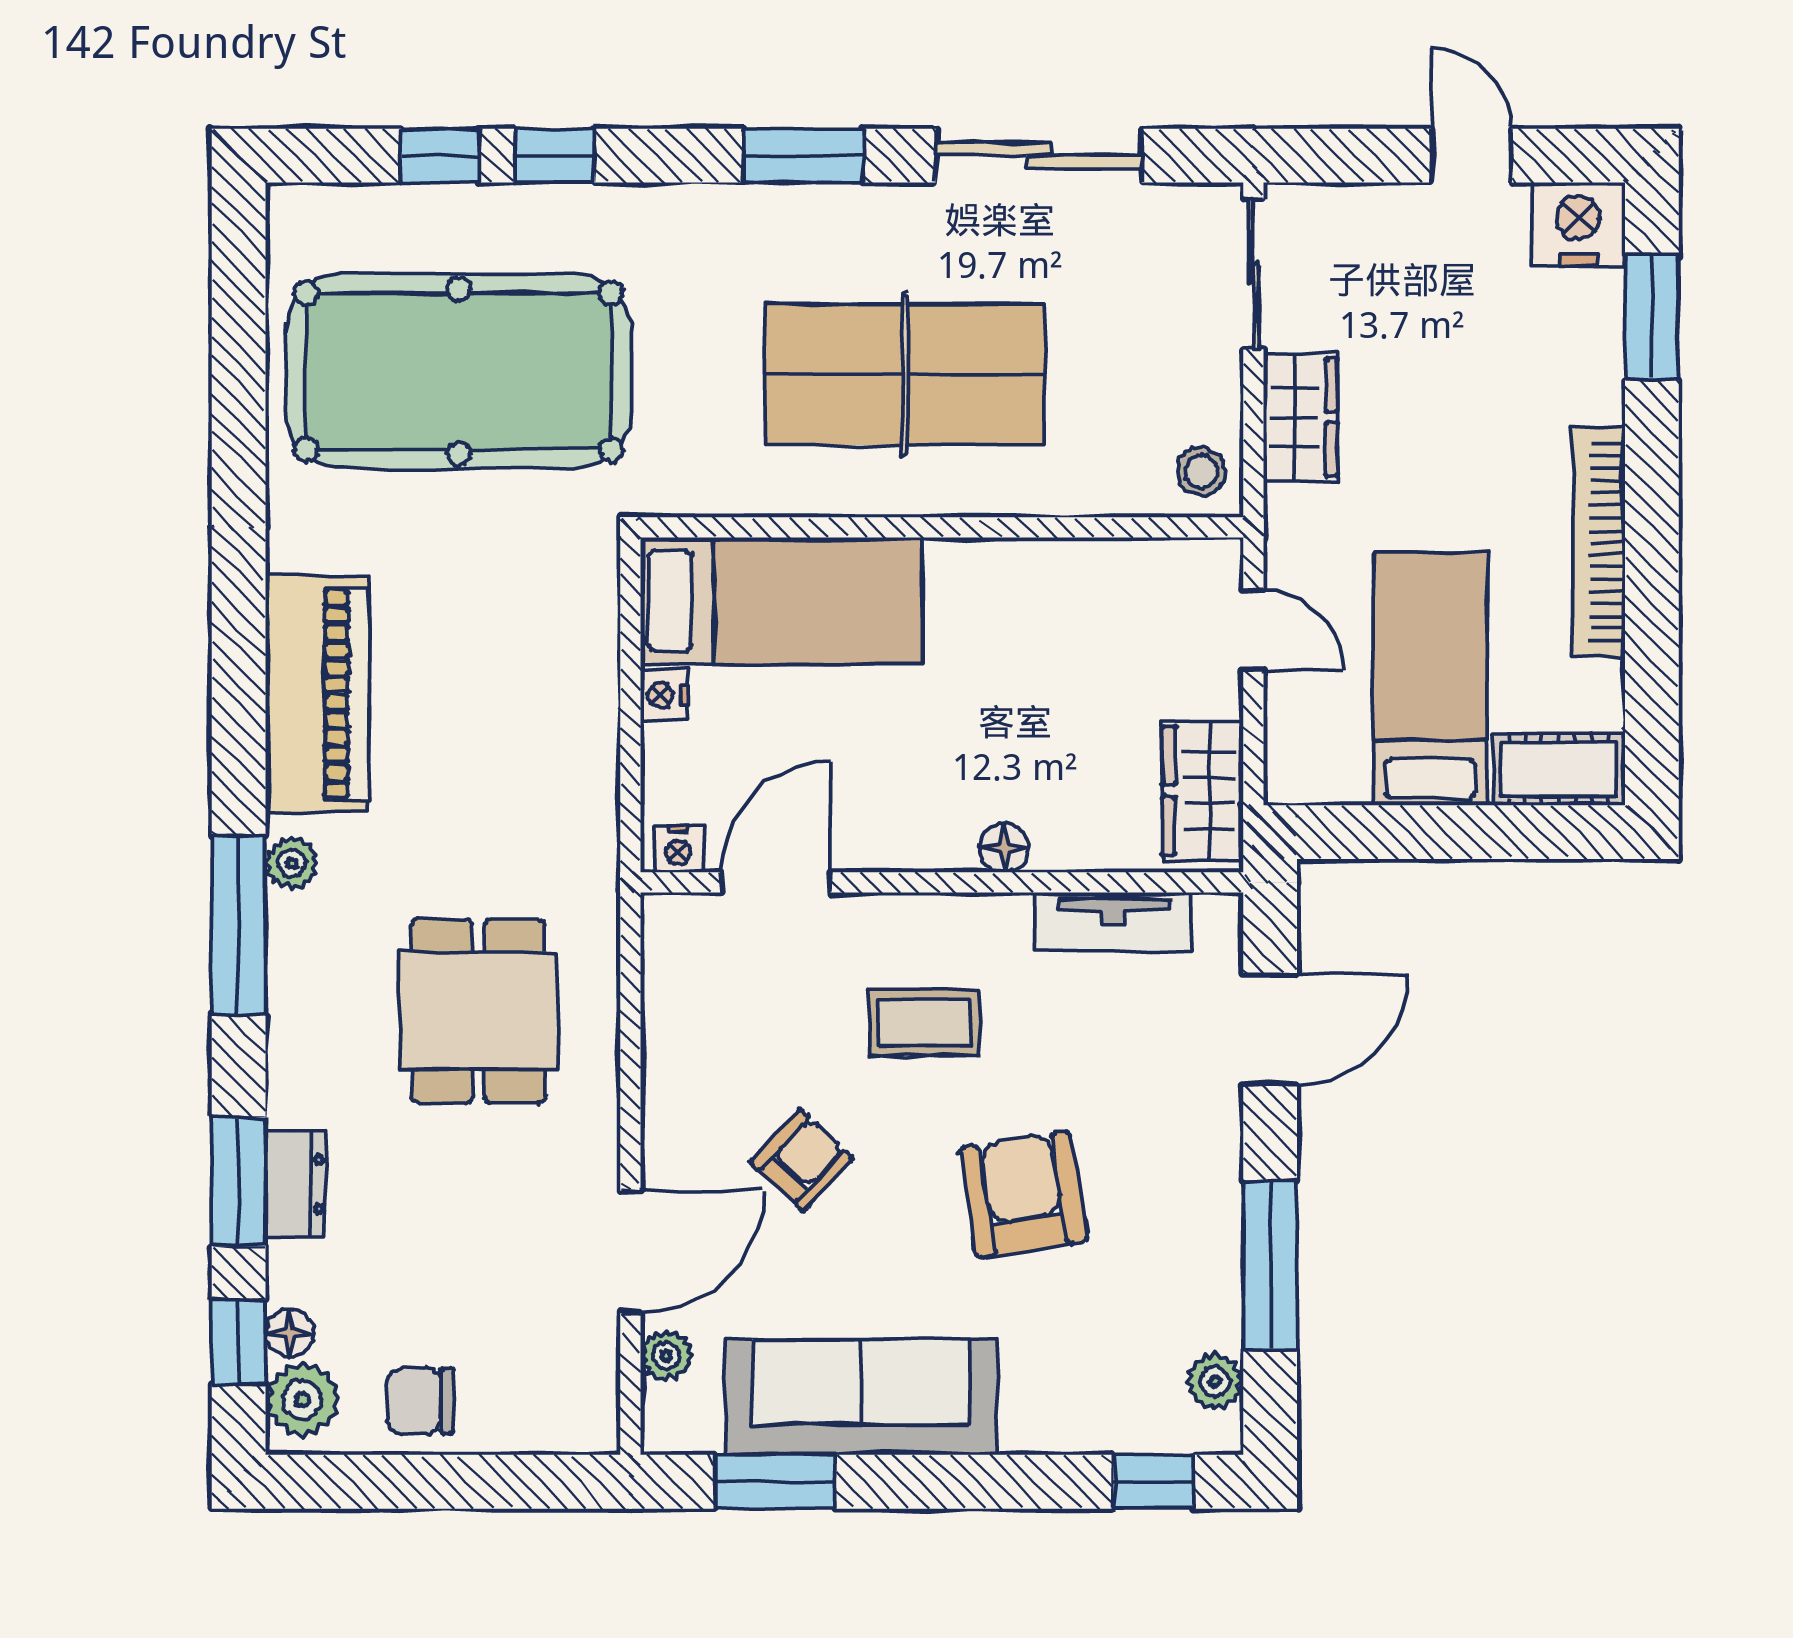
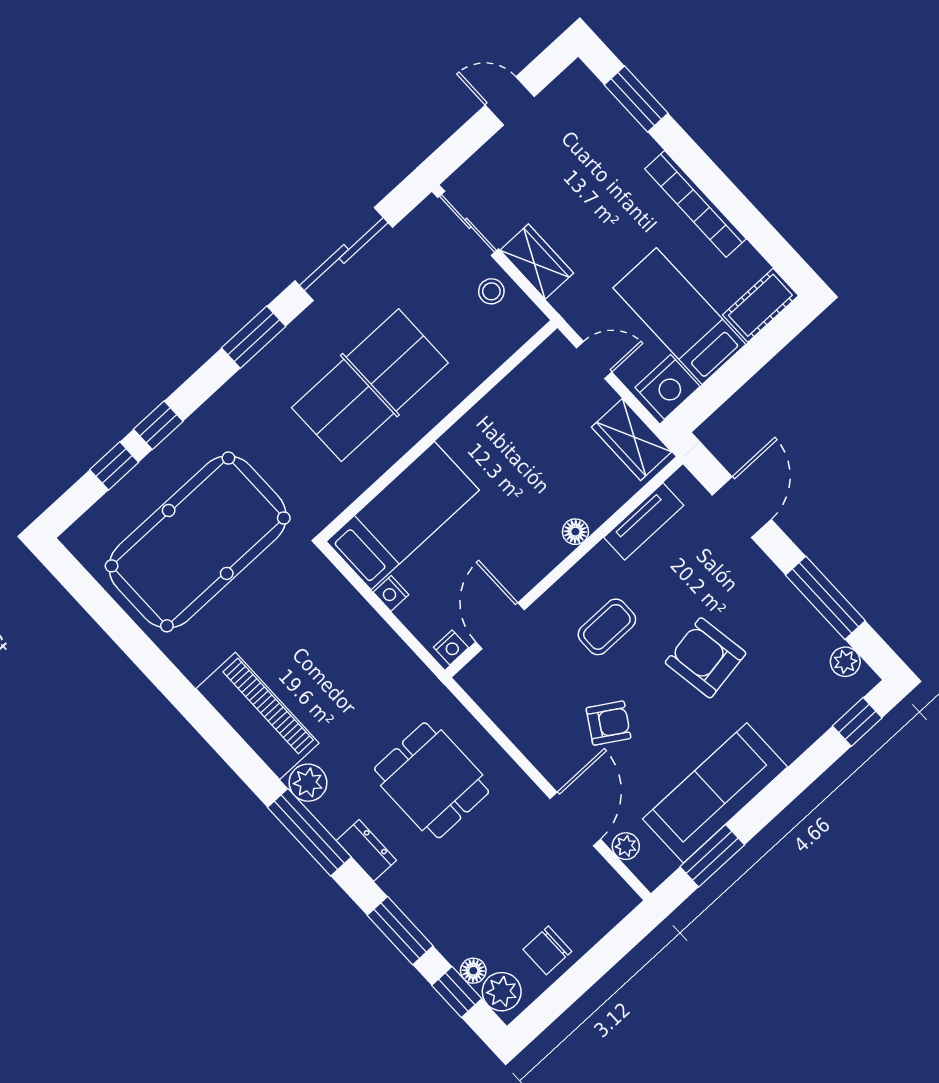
nightstand: (1578, 224) -> (667, 387), moved, turned 180
stool: (1201, 472) -> (491, 291), moved
plant: (291, 863) -> (308, 783), width x1.38, depth x1.38
armchair: (802, 1160) -> (609, 723), turned 79
dresser: (295, 1184) -> (366, 850), moved

